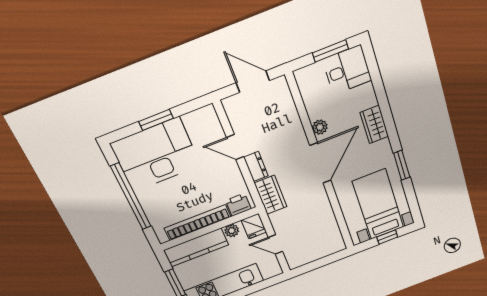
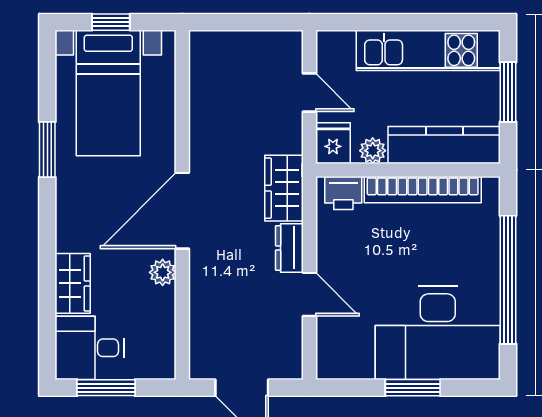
wardrobe: (374, 124) -> (73, 283), moved

